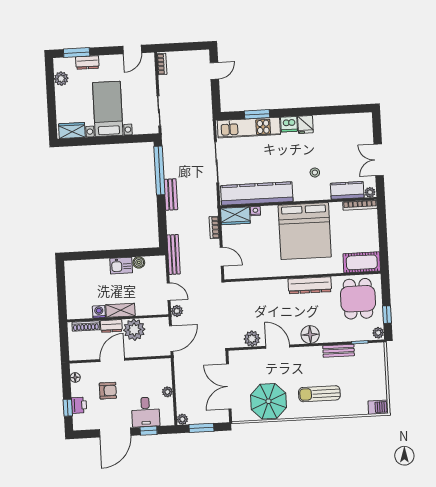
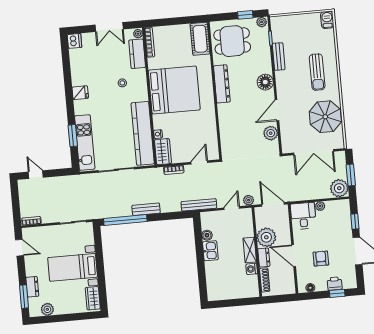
dishwasher: (289, 124) -> (75, 41), moved
desk: (146, 412) -> (303, 216), moved, turned -90
plant: (182, 419) -> (339, 188), width x1.88, depth x1.88

